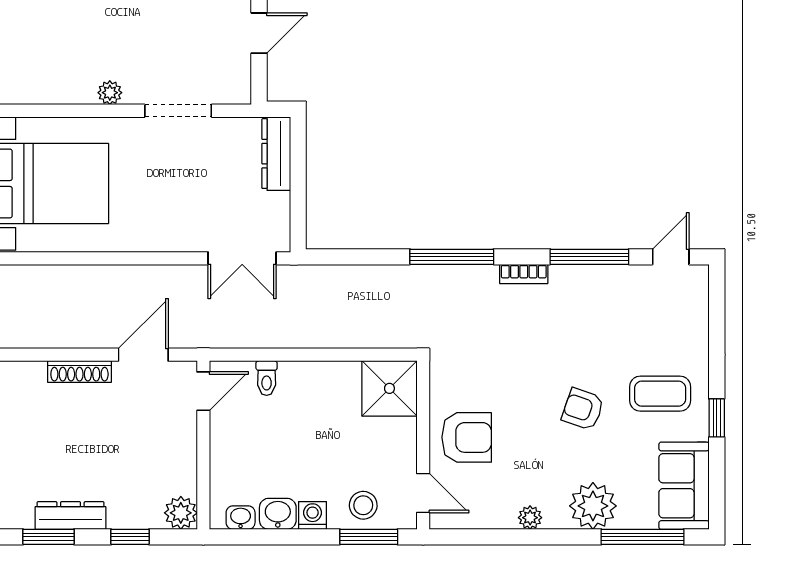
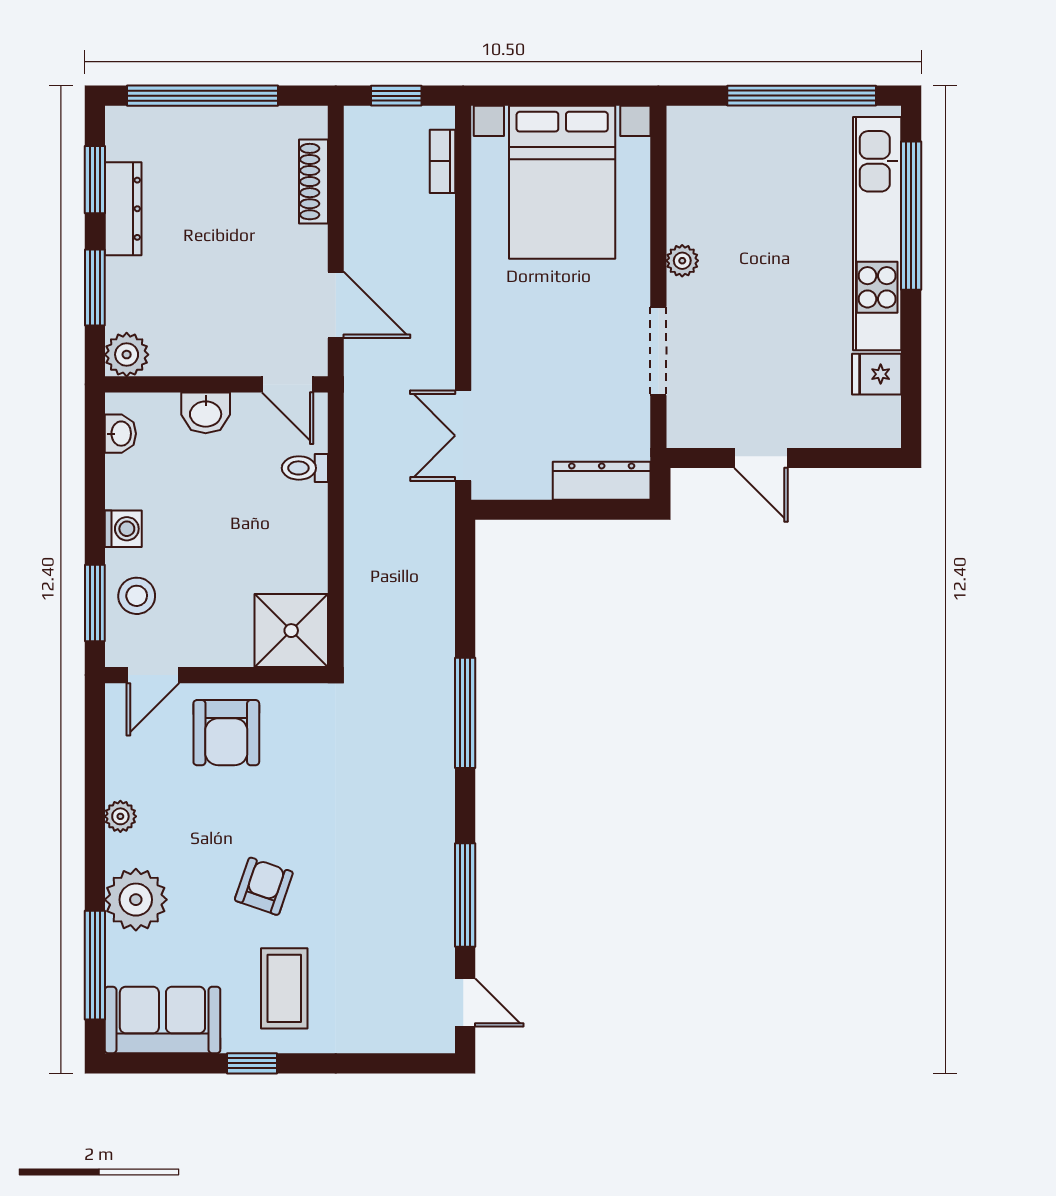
bookcase: (524, 274) -> (443, 161), moved
shoe rack: (79, 372) -> (313, 182), moved
washbasin: (278, 514) -> (206, 413), moved, turned 90
window: (130, 537) -> (95, 287), width x1.50

